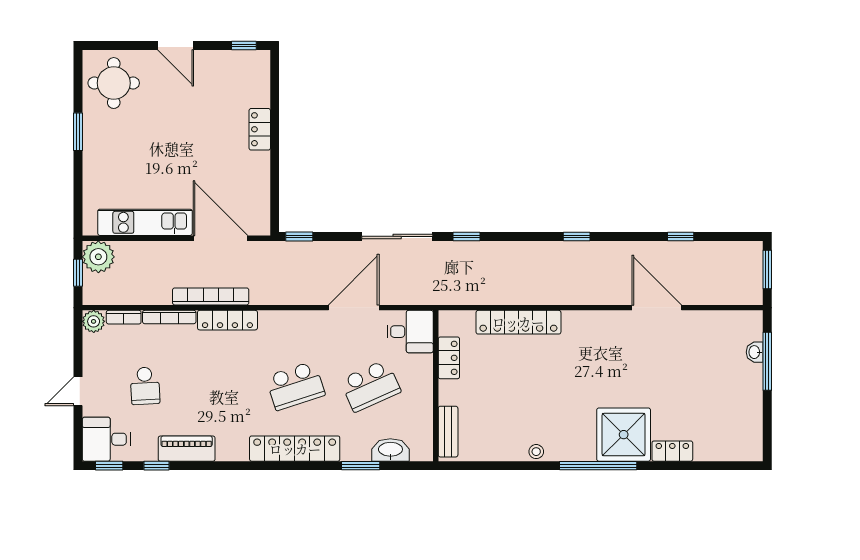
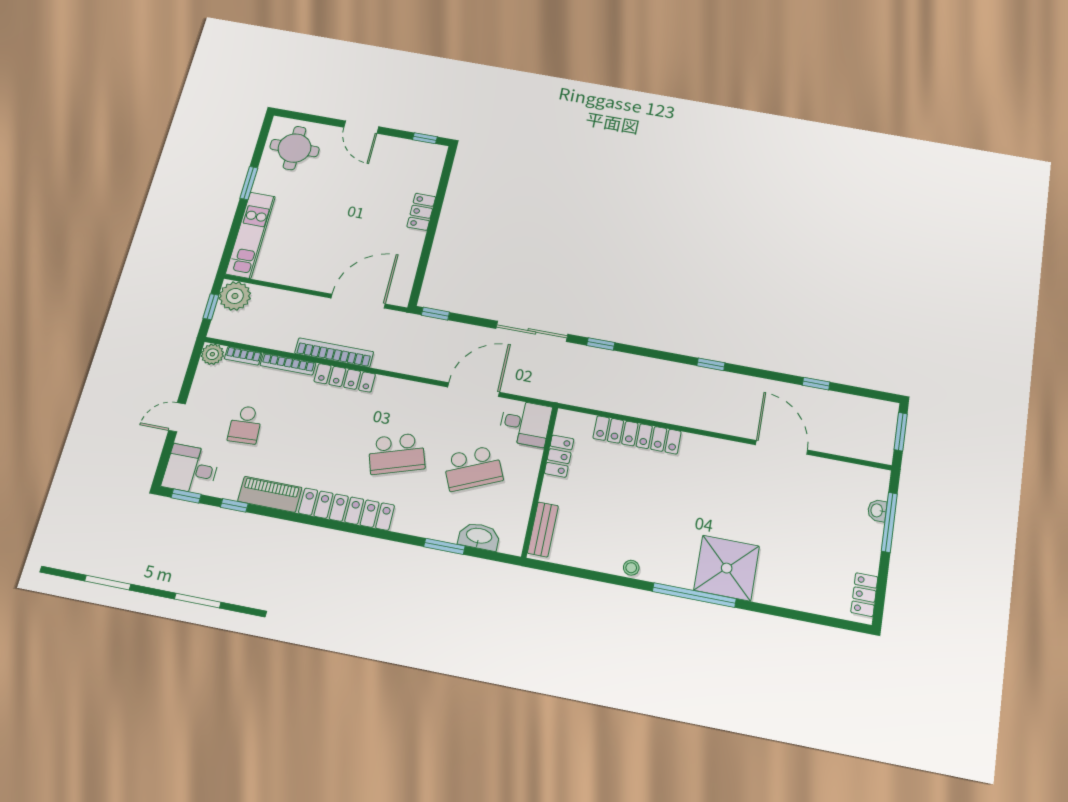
kitchen unit: (145, 222) -> (251, 235), moved, turned 90
door: (220, 238) -> (358, 301), hinge flipped
locker: (295, 449) -> (347, 509), moved
locker: (672, 451) -> (864, 595), moved, turned -90

